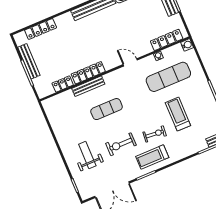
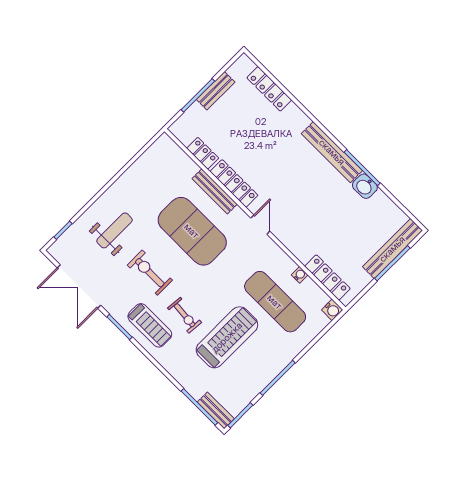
bench: (29, 61) -> (216, 91), width x0.73
door: (130, 62) -> (260, 225), moved
exercise mat: (107, 109) -> (192, 231), width x2.00, depth x1.45
treadmill: (178, 114) -> (227, 337), width x1.37, depth x1.38
treadmill: (152, 157) -> (150, 325), turned 180

